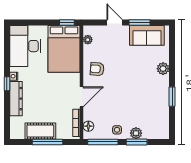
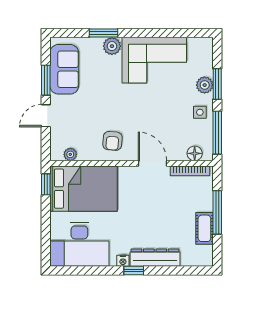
window: (172, 97) -> (103, 33), moved
corner sofa: (153, 98) -> (154, 60), added
cot: (40, 131) -> (204, 228), width x0.73, depth x0.75

